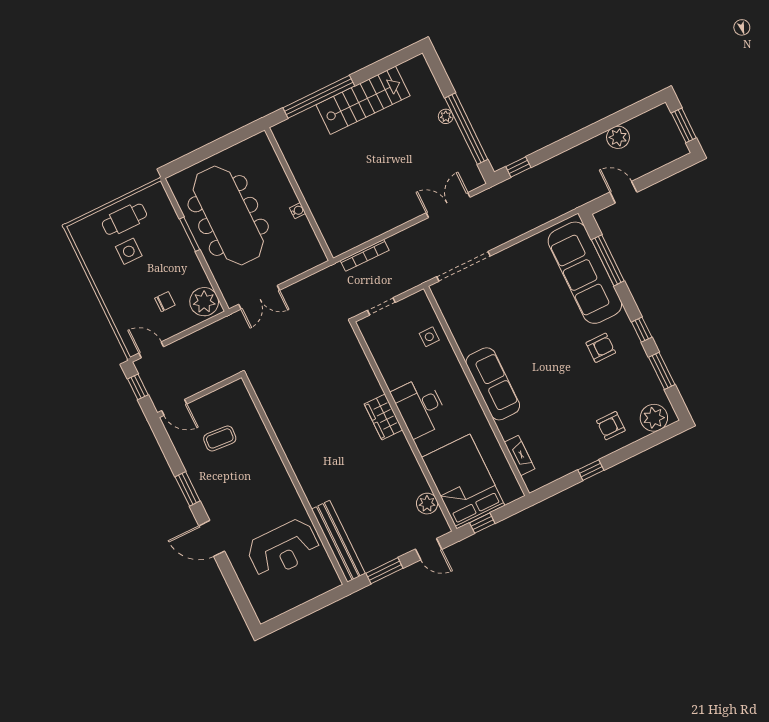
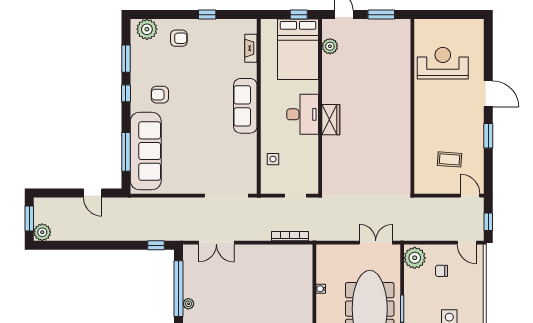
plant: (618, 137) -> (42, 232), moved
bench: (338, 541) -> (403, 50), removed

